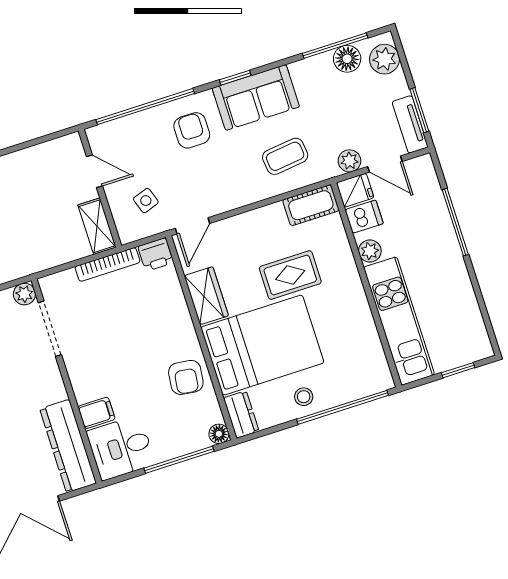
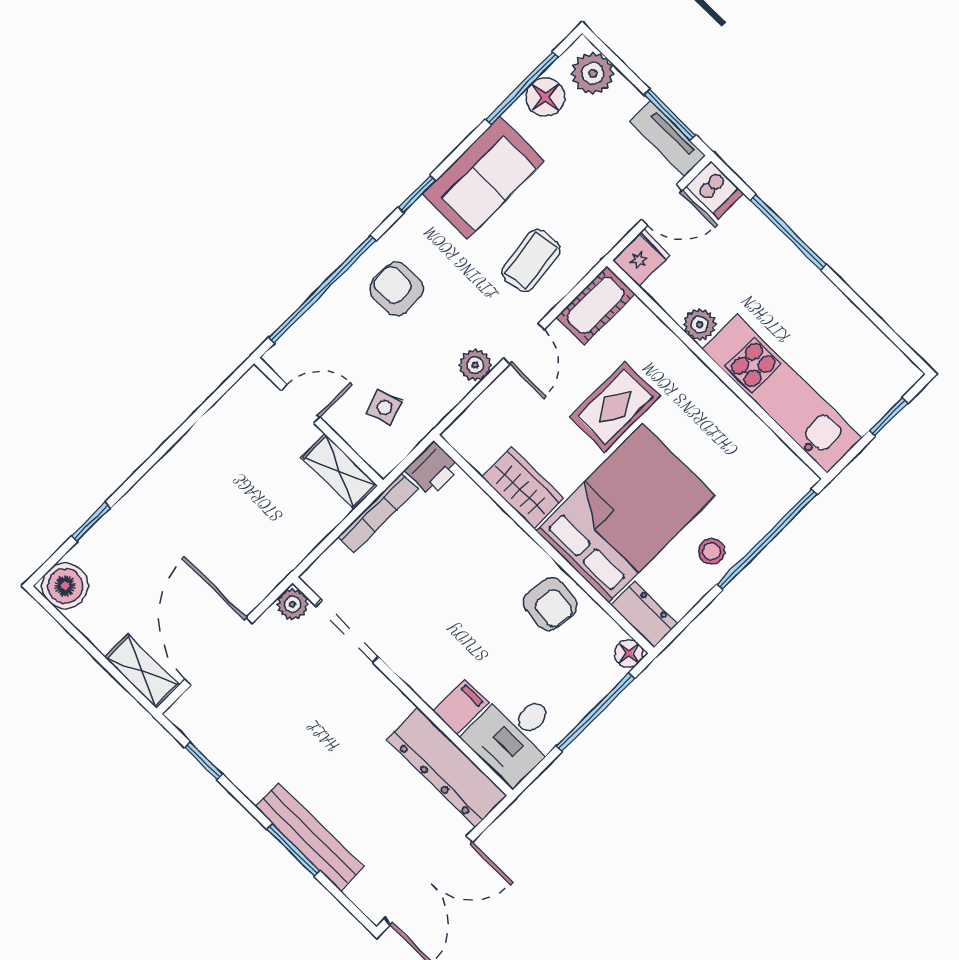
sofa: (256, 97) -> (483, 178), moved
plant: (349, 161) -> (475, 365), moved
dishwasher: (364, 217) -> (715, 190), moved, turned 90
door: (193, 226) -> (524, 344), moved

